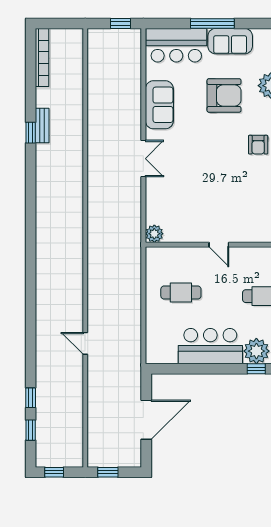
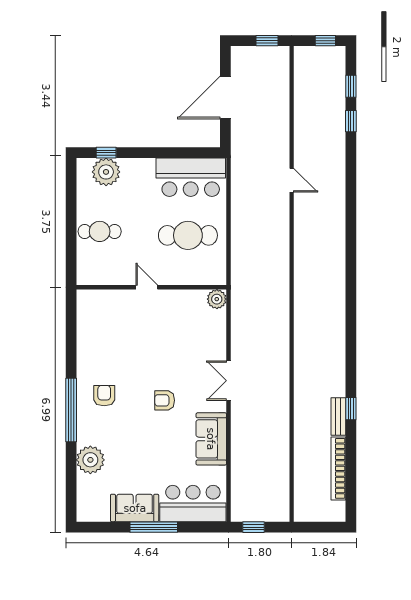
bookcase: (42, 58) -> (338, 468), moved
armchair: (224, 95) -> (165, 400), moved, width x0.53, depth x0.53
cafe table: (181, 293) -> (188, 235), width x1.37, depth x1.35
bar counter: (210, 346) -> (191, 177), moved

